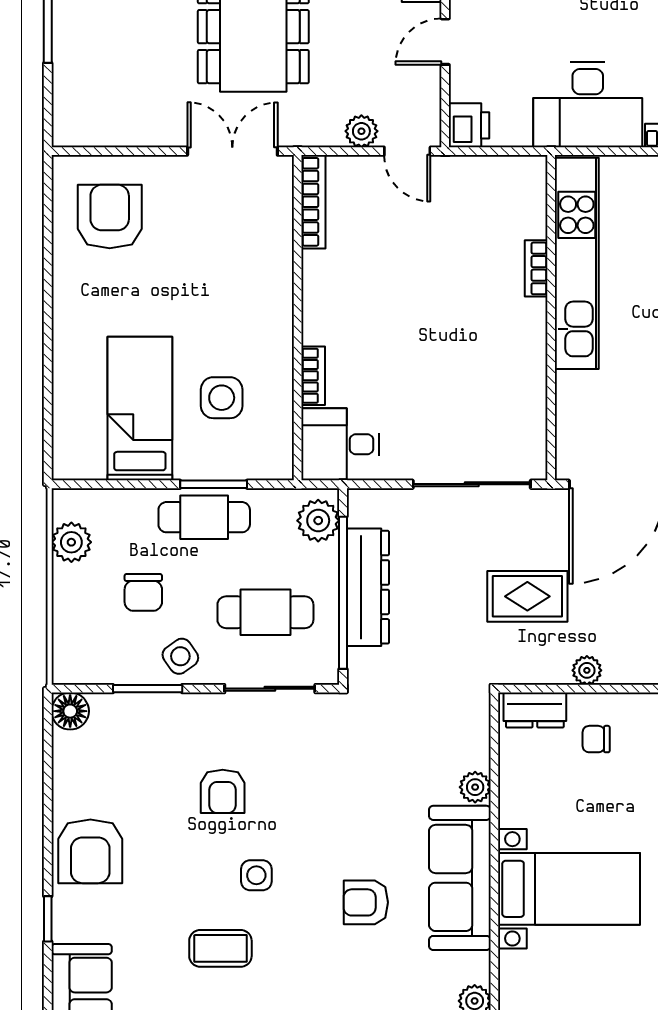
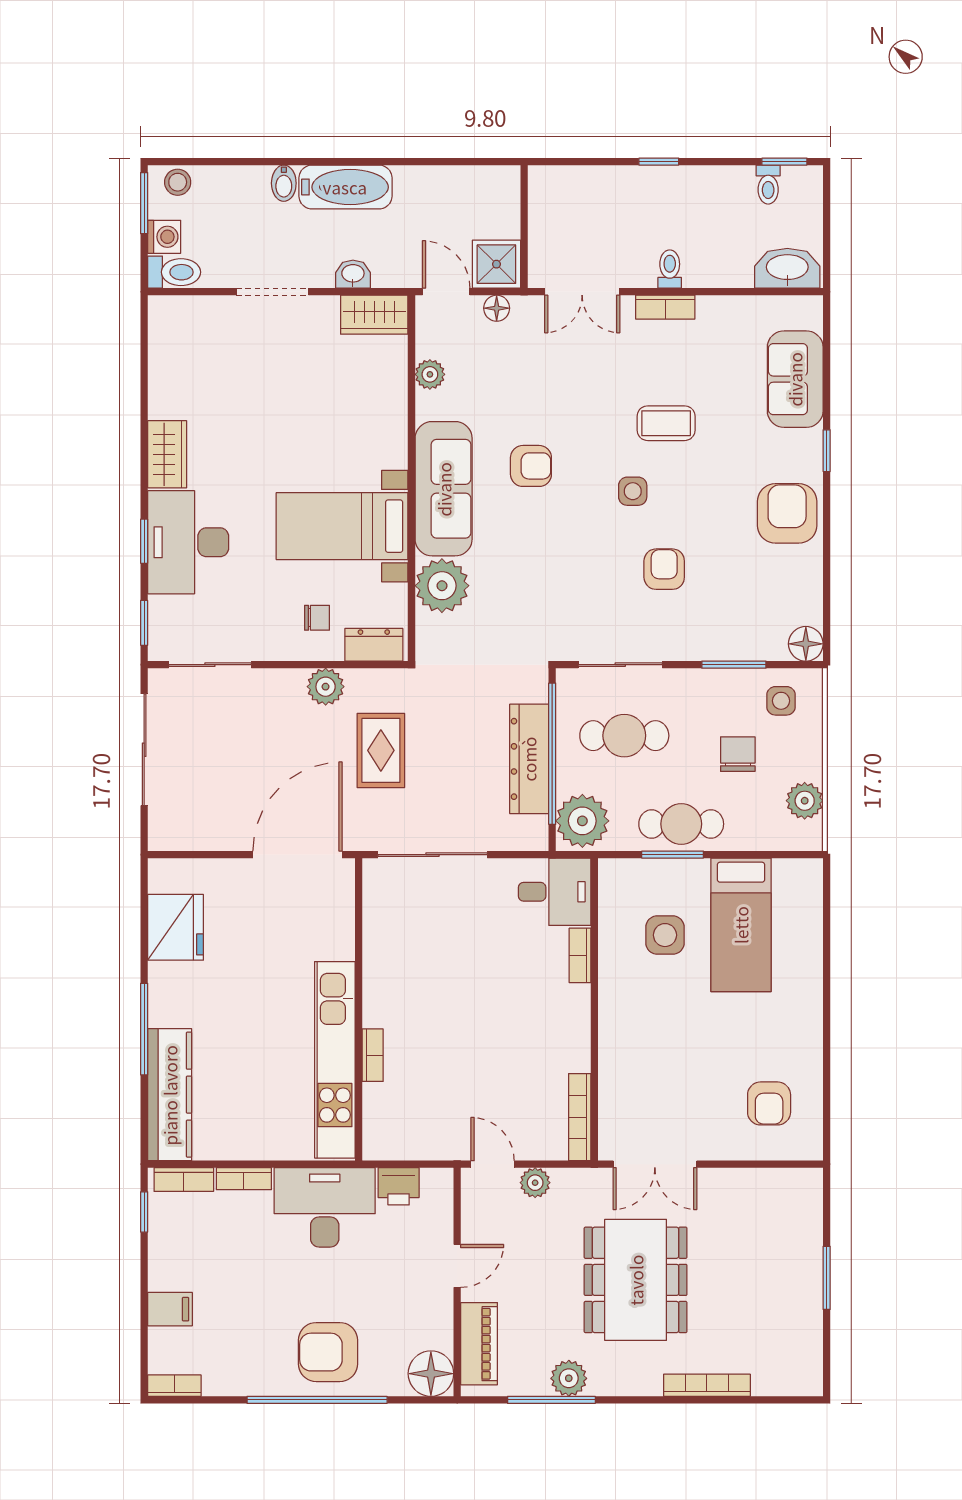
printer: (469, 125) -> (399, 1186), moved, turned -90
armchair: (110, 216) -> (769, 1103), width x0.72, depth x0.72
plant: (318, 521) -> (582, 821), width x1.36, depth x1.36
rug: (527, 596) -> (381, 750), turned 90
side table: (180, 656) -> (781, 701), moved, turned 35
plant: (587, 670) -> (326, 687), width x1.38, depth x1.38
plant: (475, 787) -> (442, 586), width x1.88, depth x1.88
bed with nightstands: (569, 889) -> (342, 526), moved

